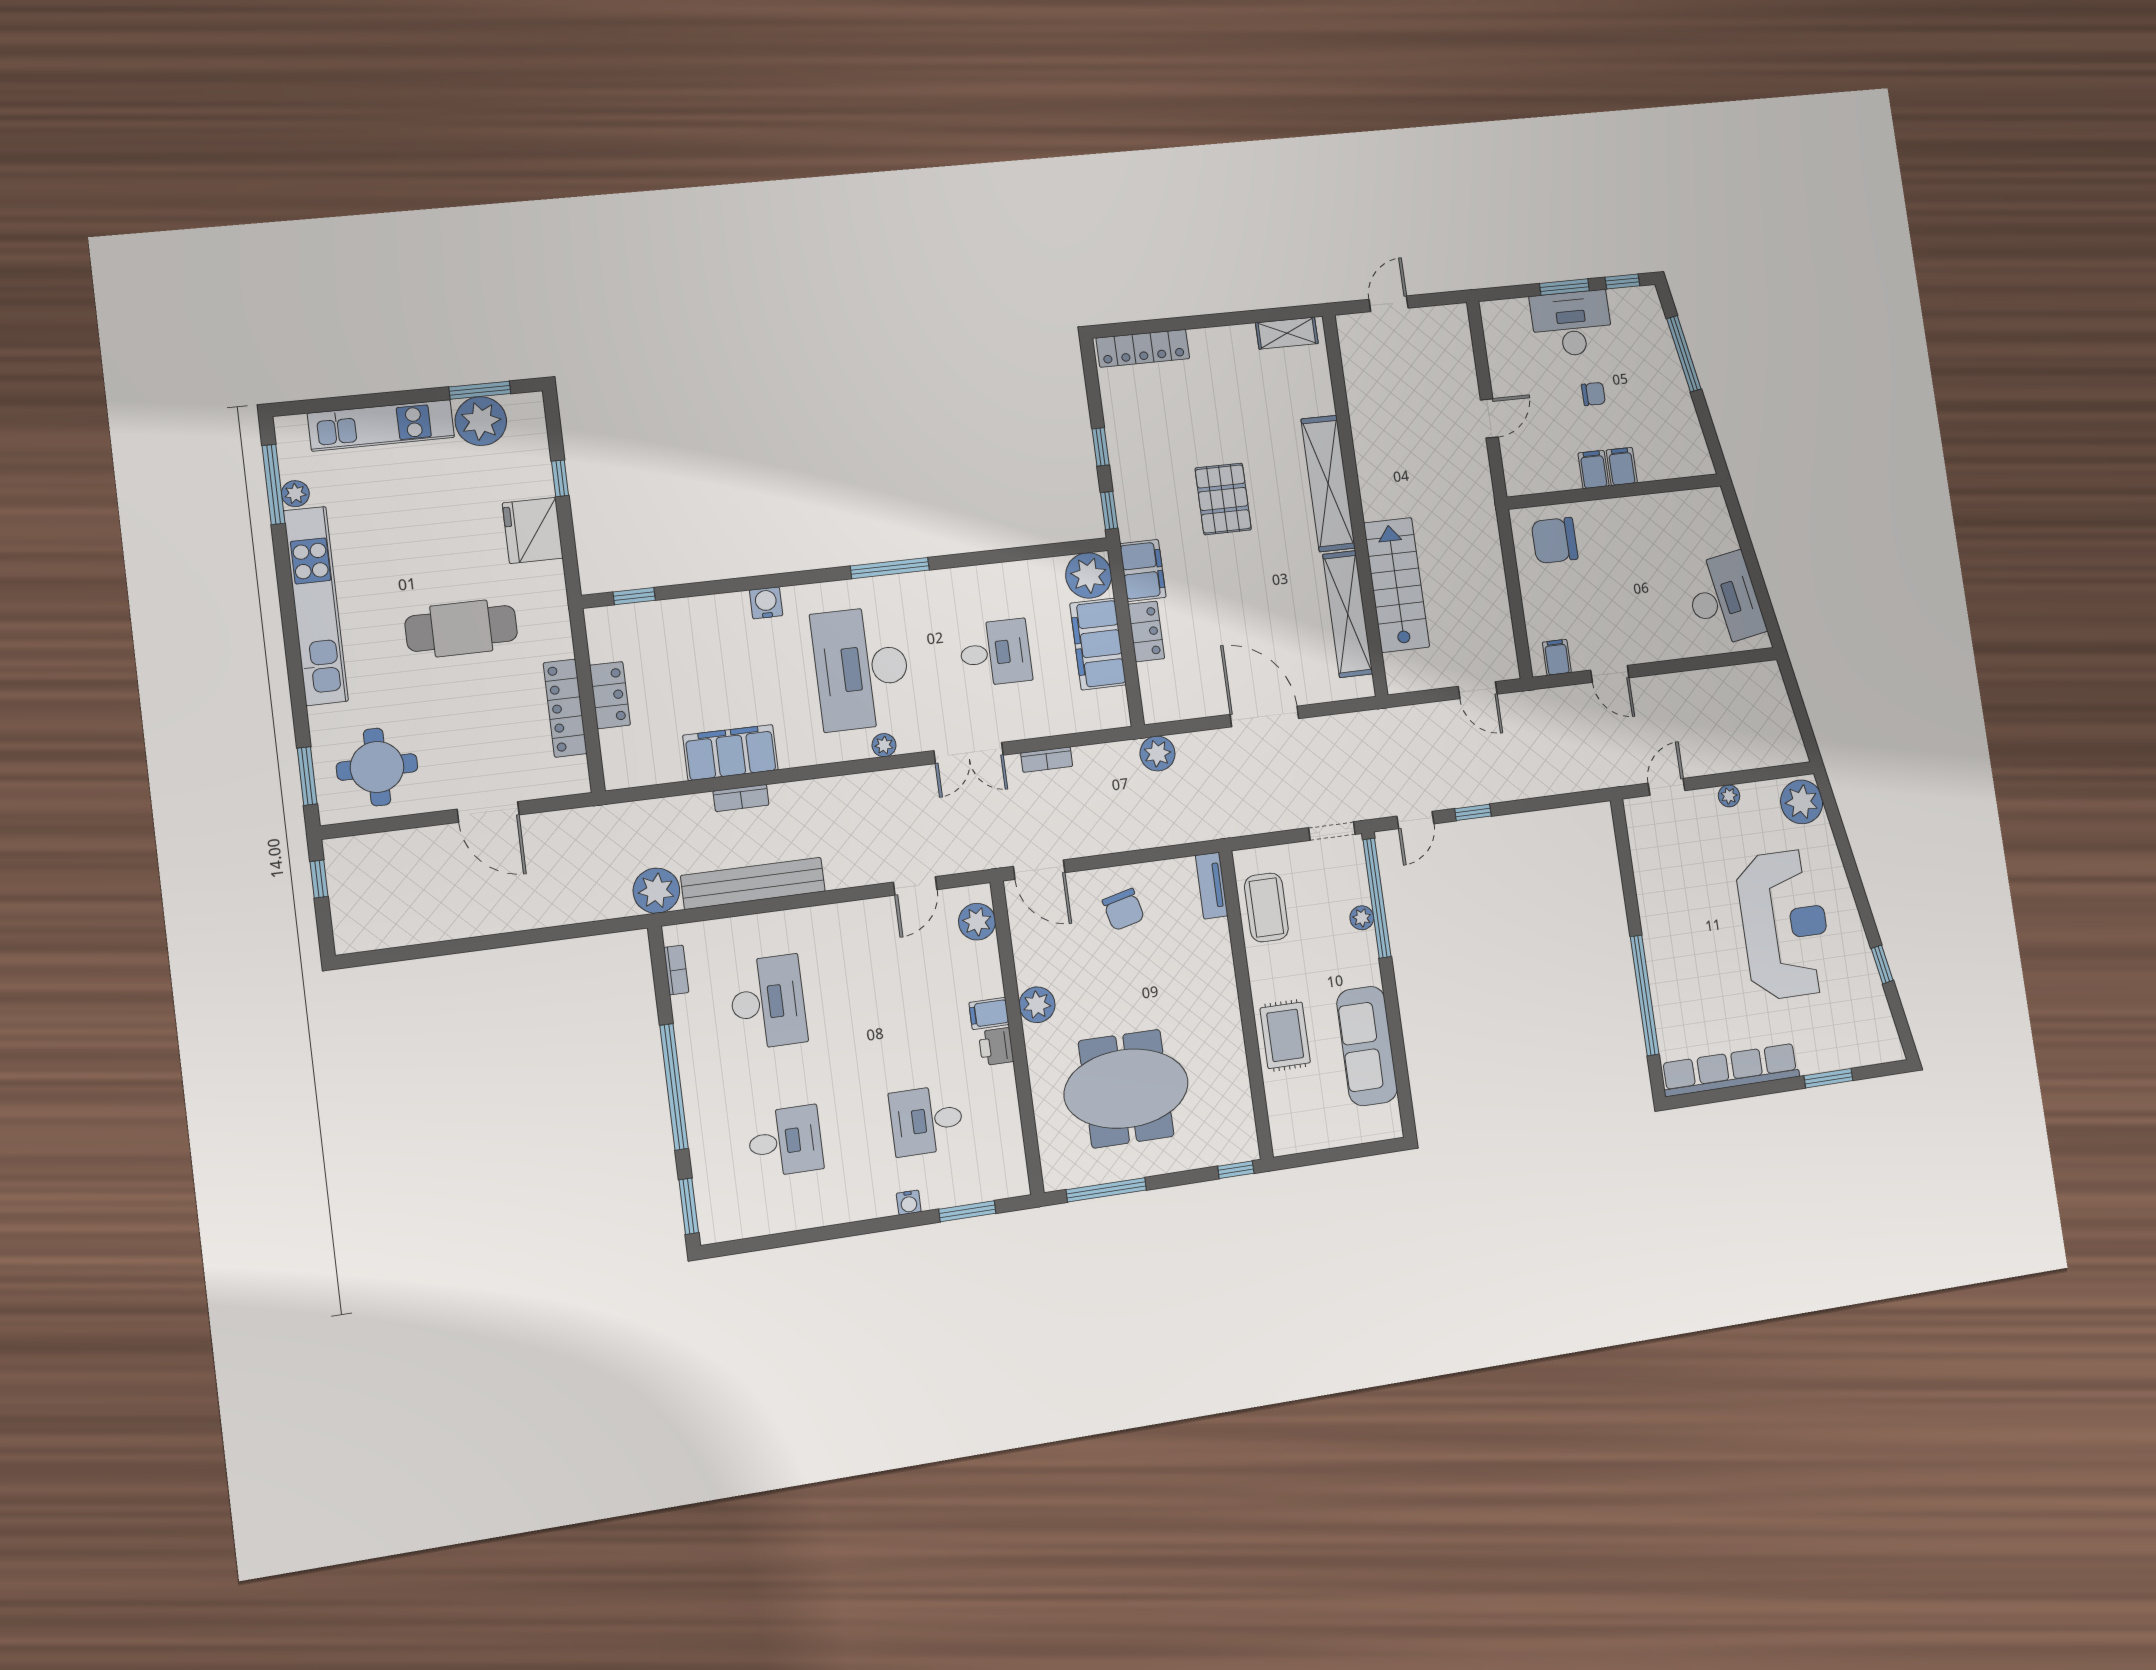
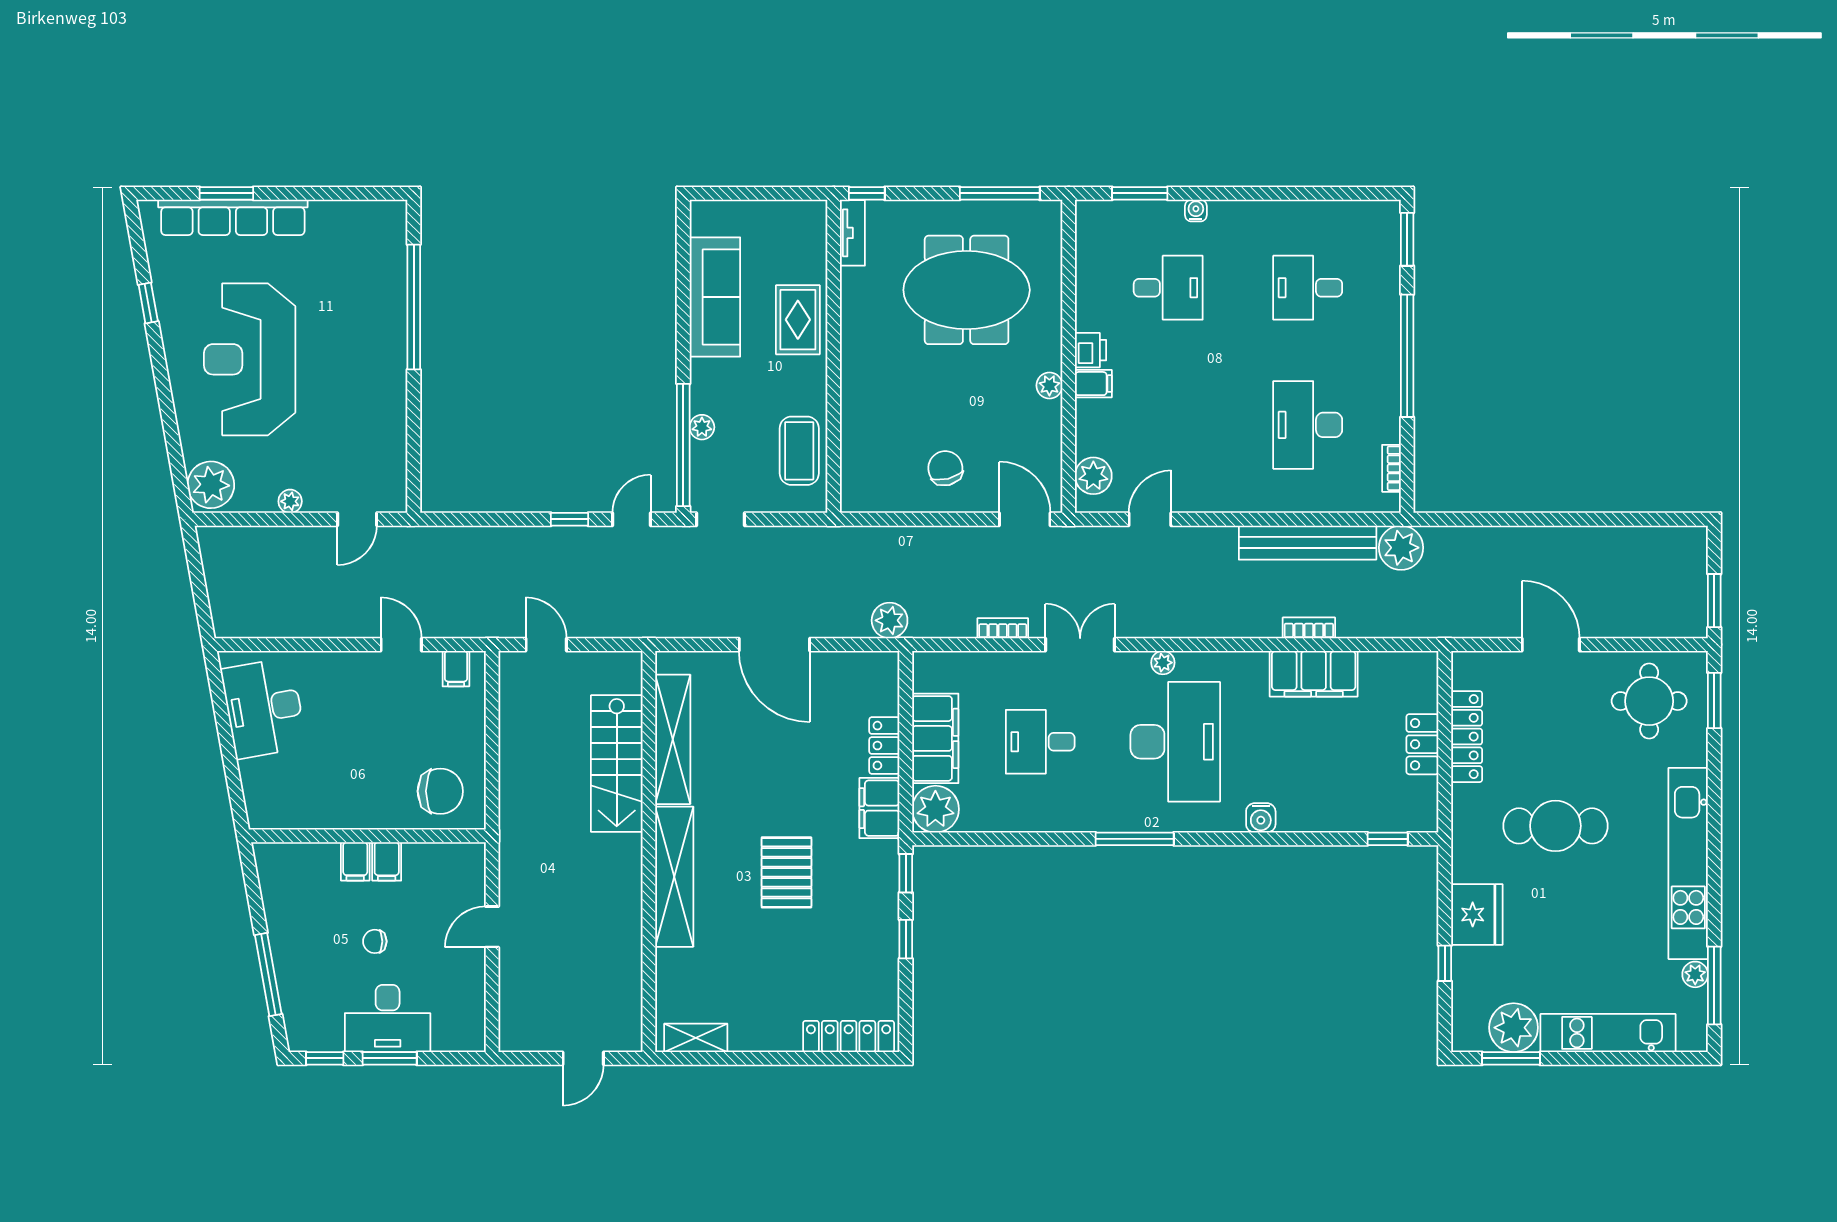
window: (319, 879) -> (1714, 601), width x1.50
tv unit: (1212, 886) -> (852, 233), moved
plant: (1037, 1005) -> (1049, 385), width x0.73, depth x0.73
row of seats: (1730, 1070) -> (233, 217), moved

